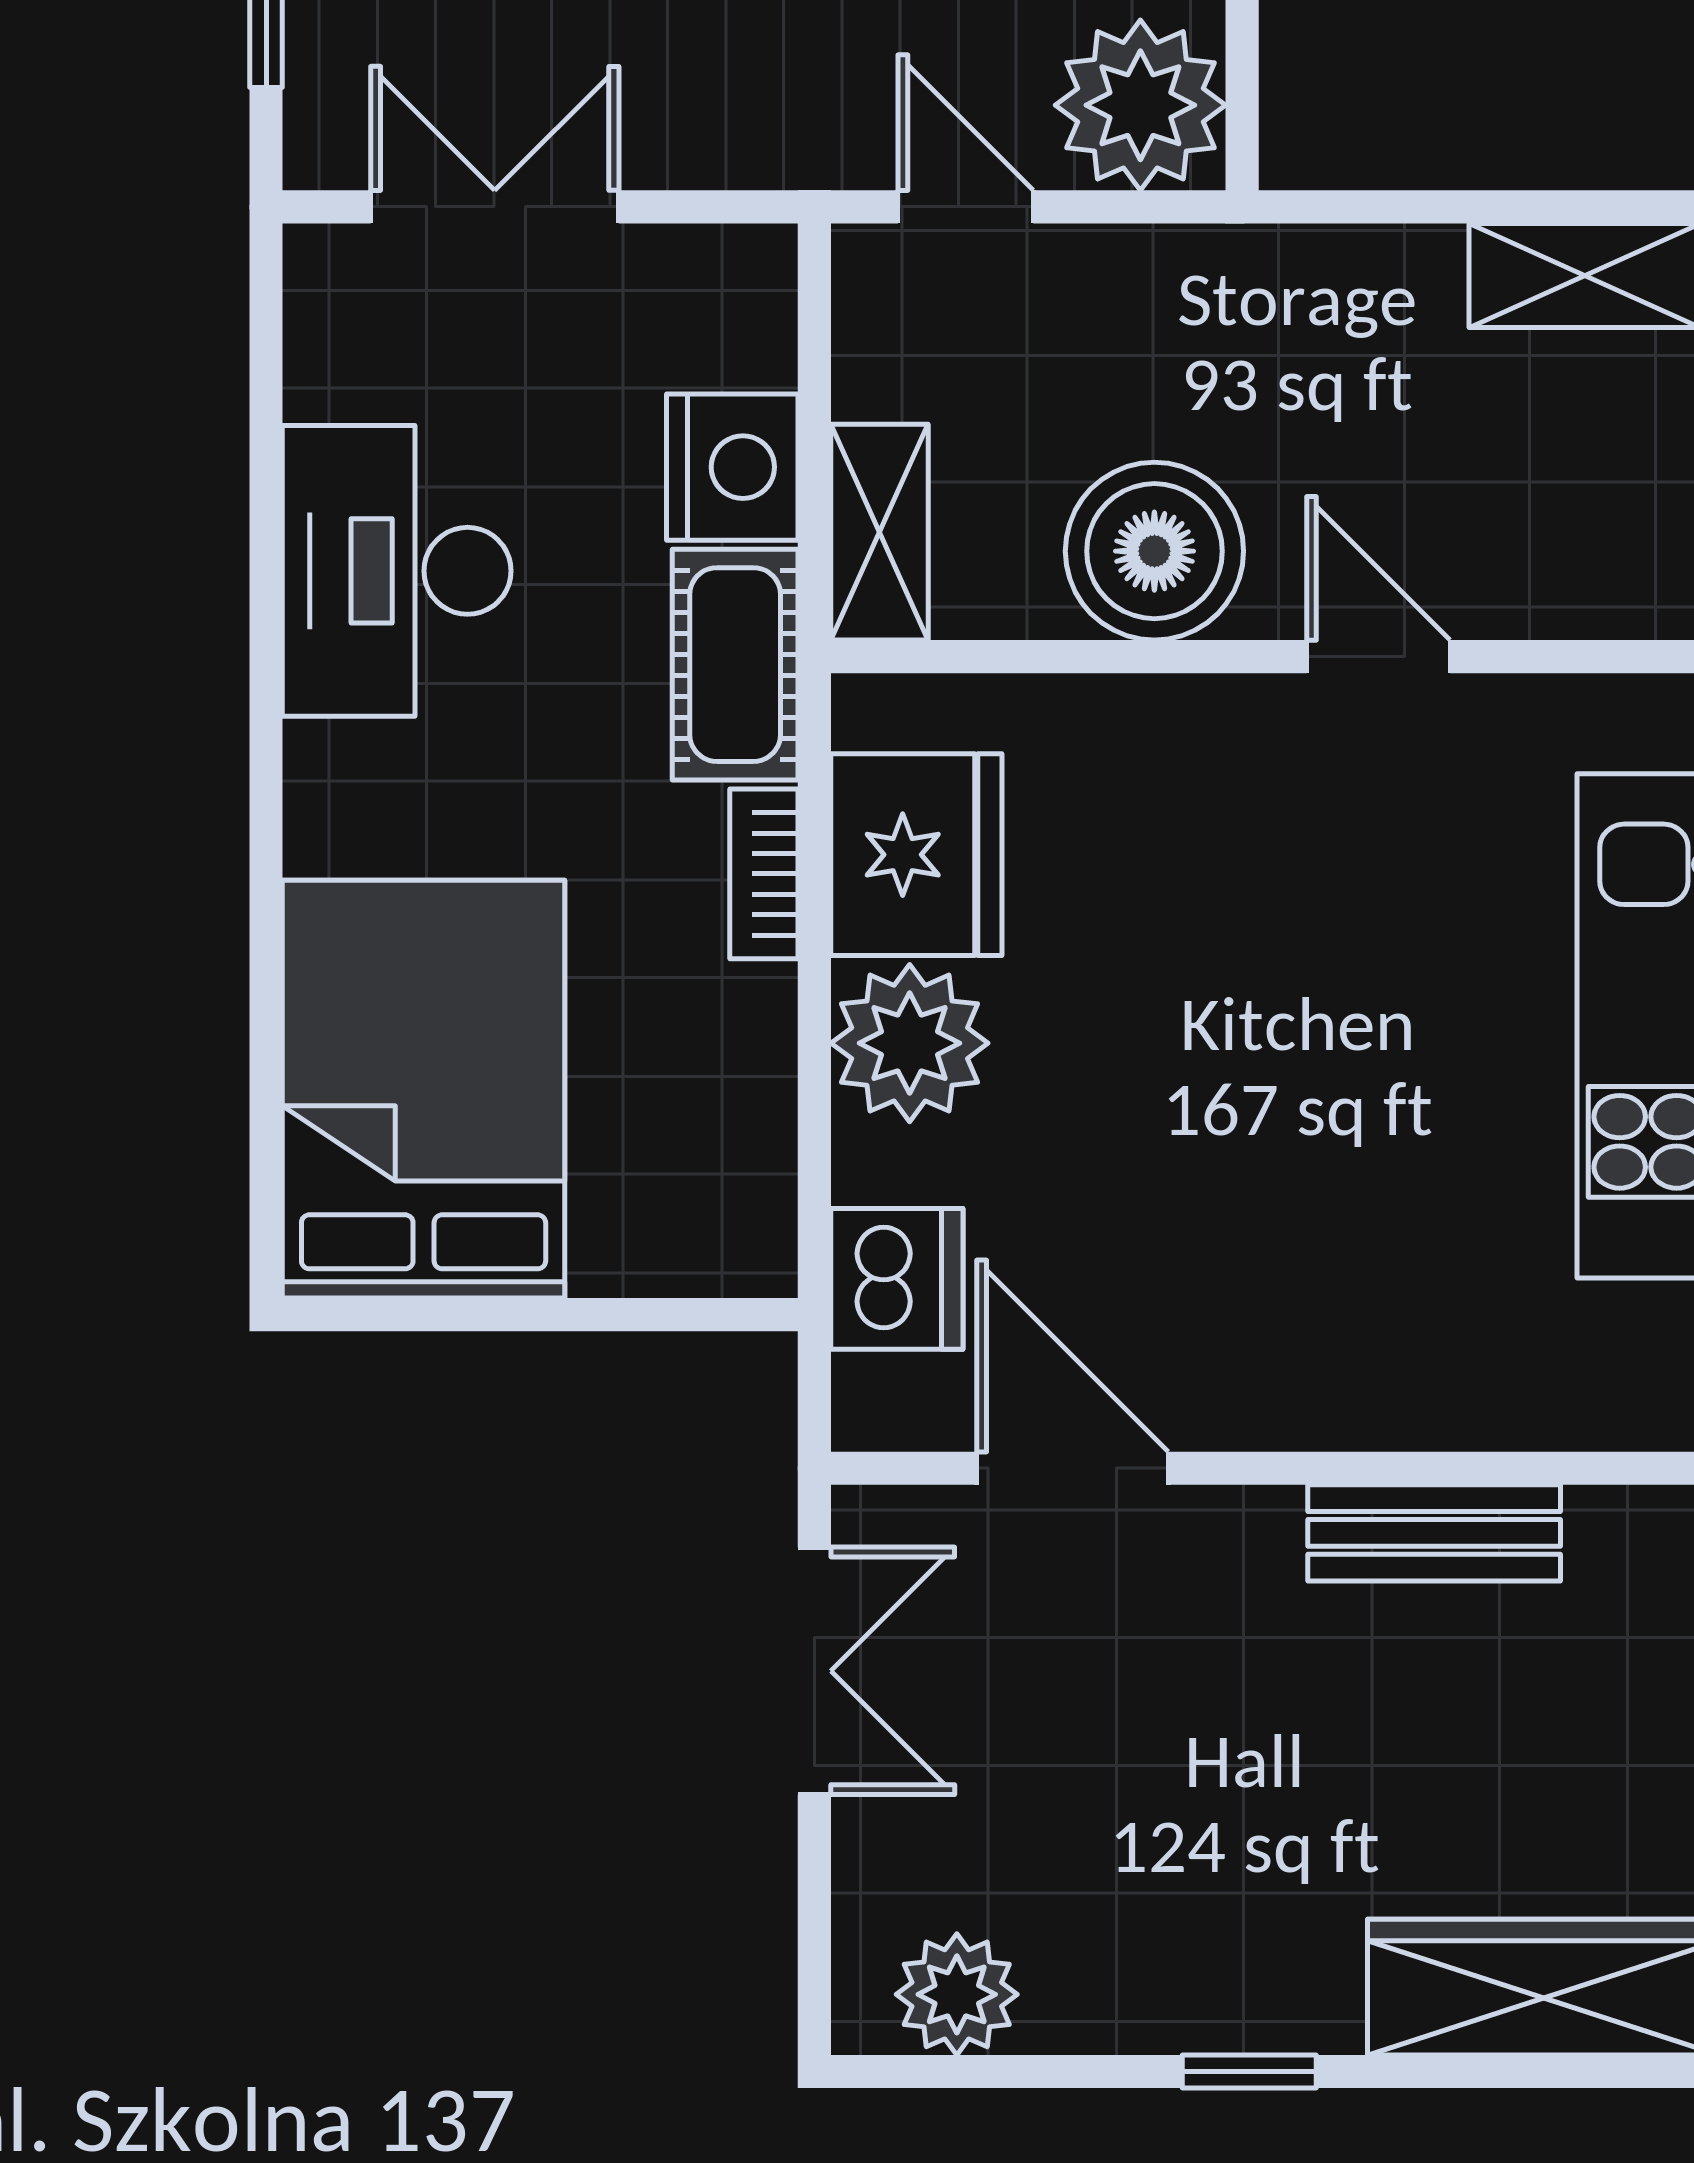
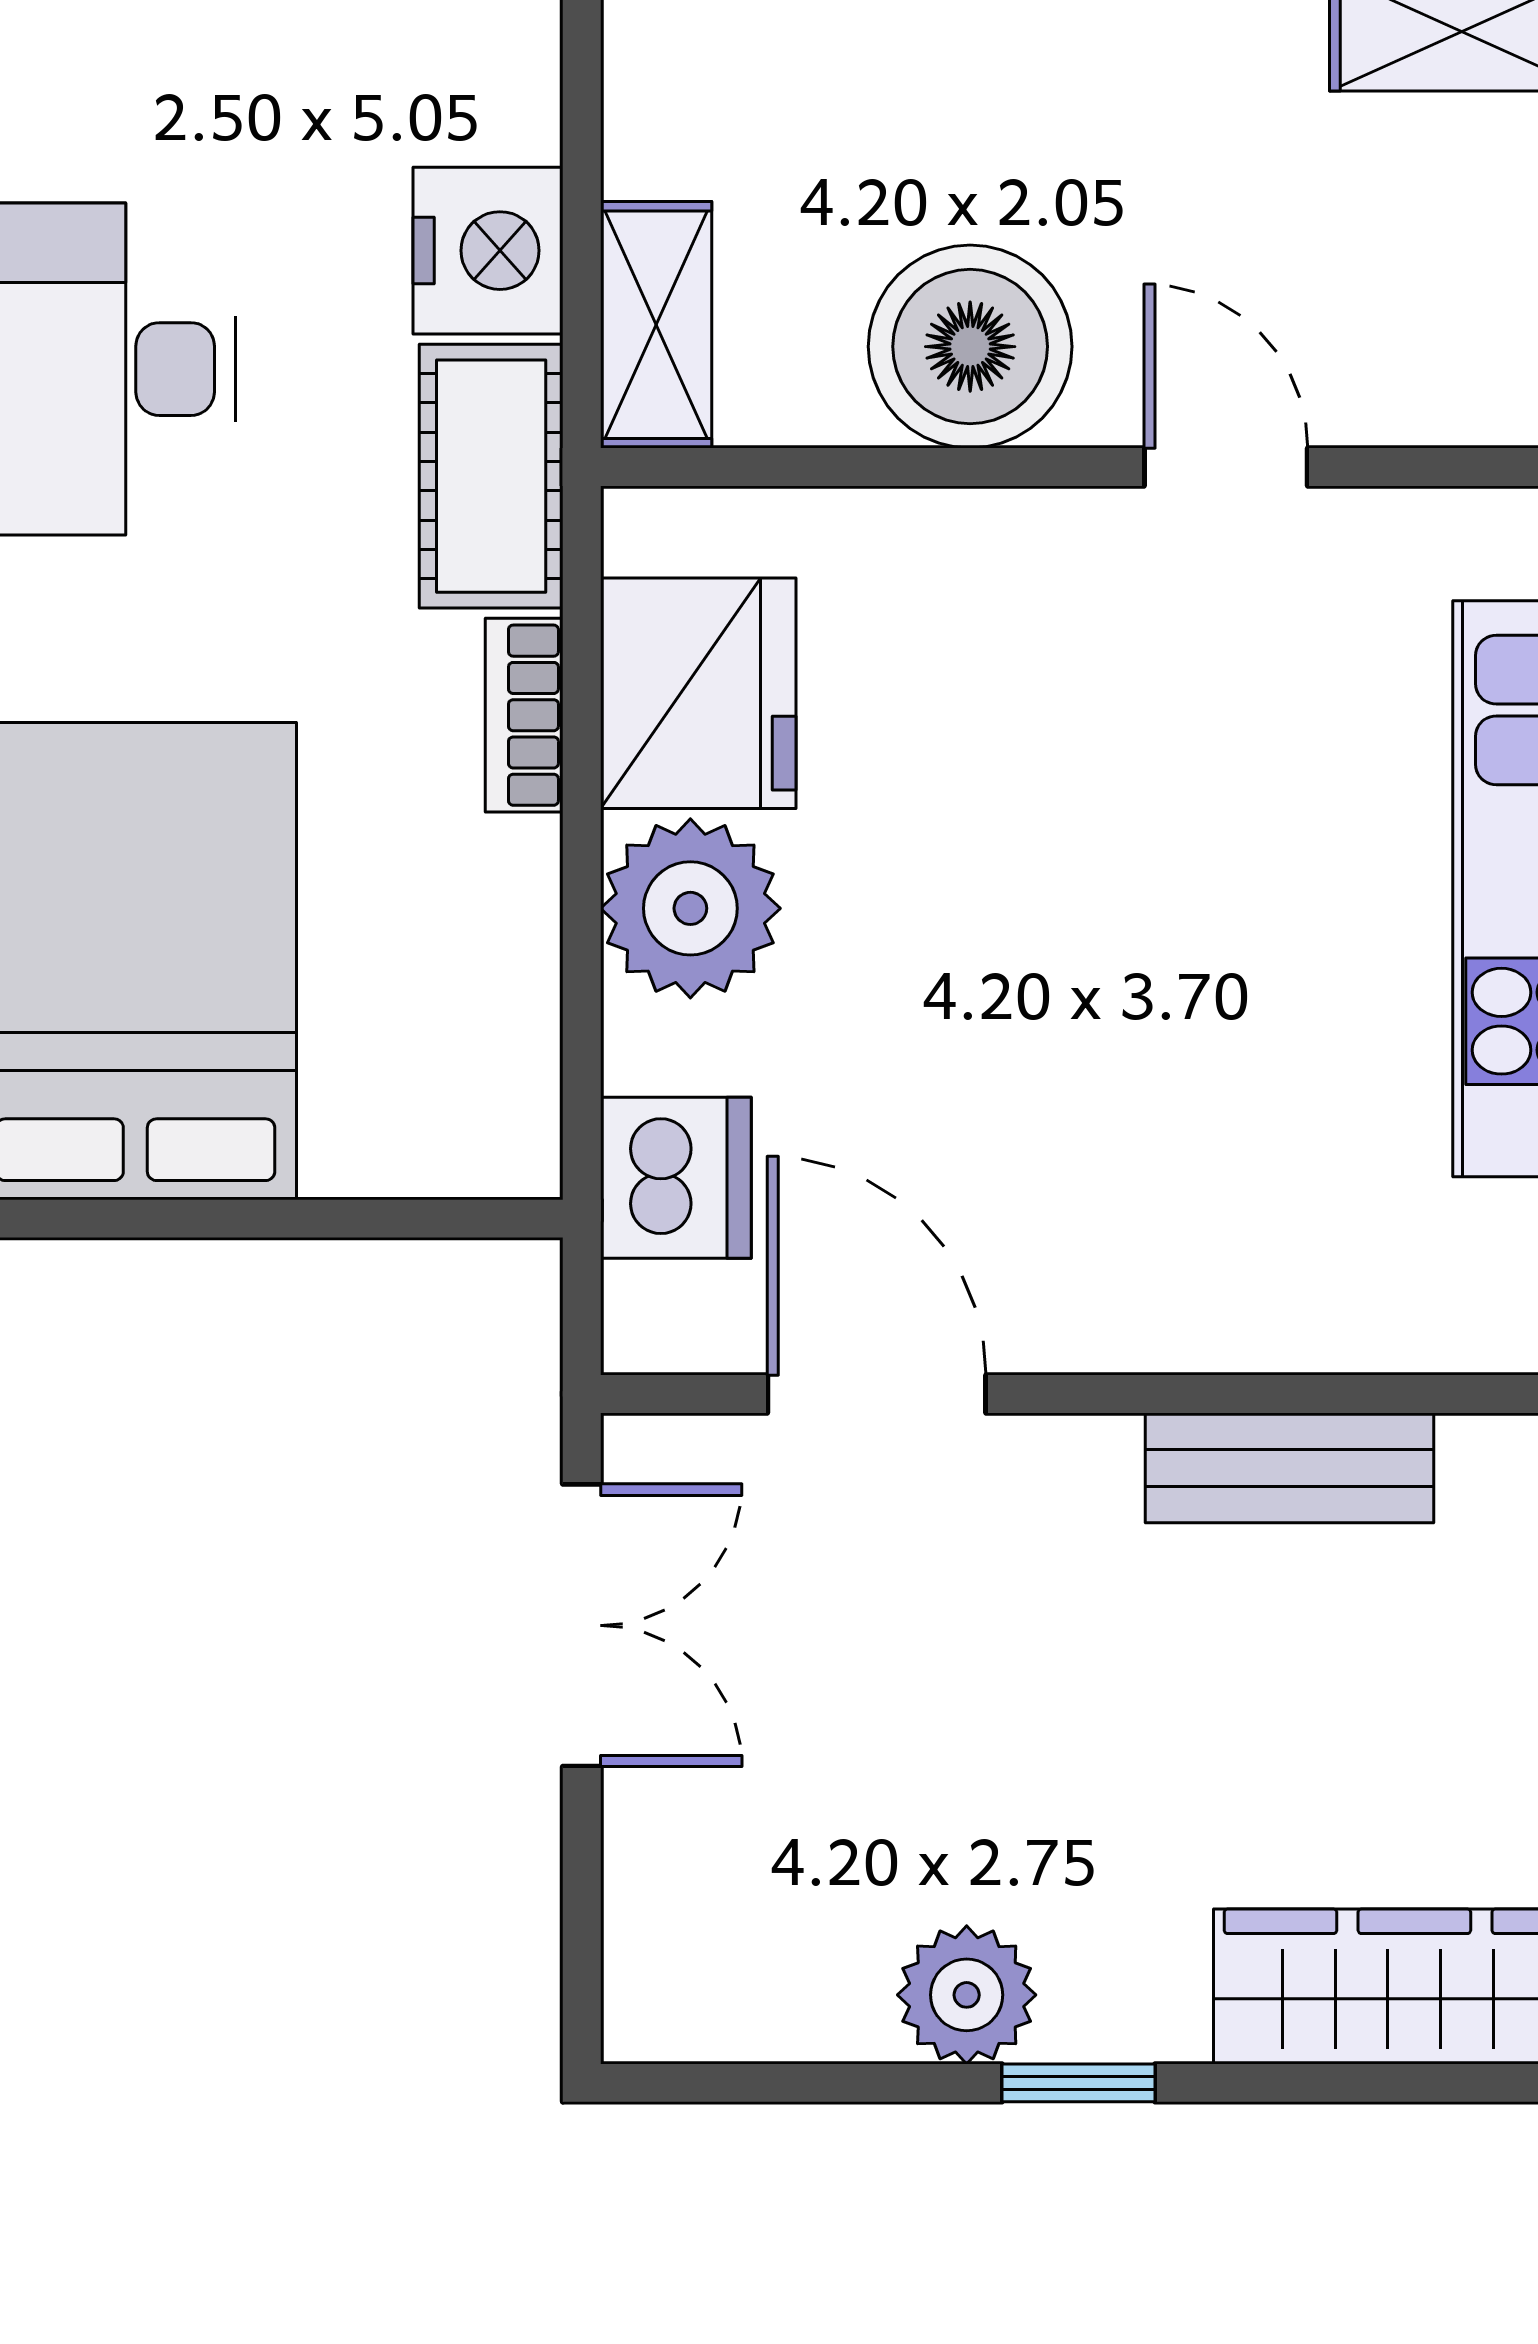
plant: (957, 1994) -> (967, 1995), moved

